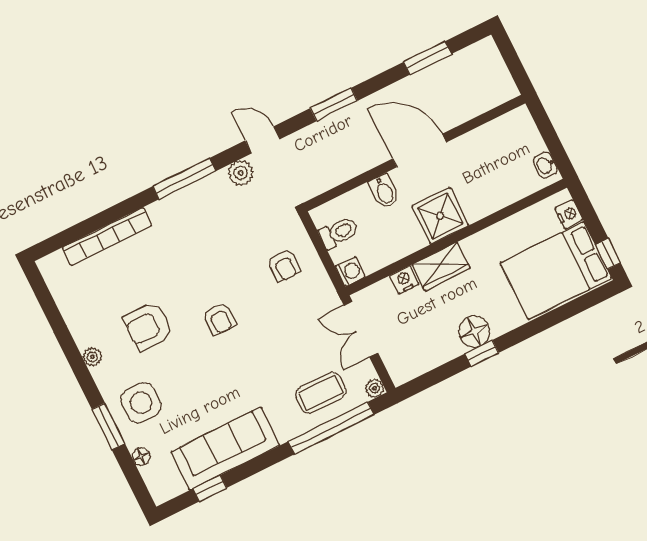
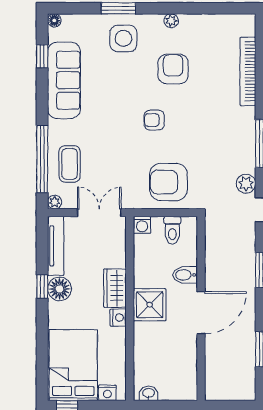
armchair: (284, 265) -> (168, 182), width x1.88, depth x1.88
nightstand: (404, 280) -> (118, 318), moved
tv unit: (426, 361) -> (56, 246), added
floor lamp: (141, 457) -> (54, 20), moved

